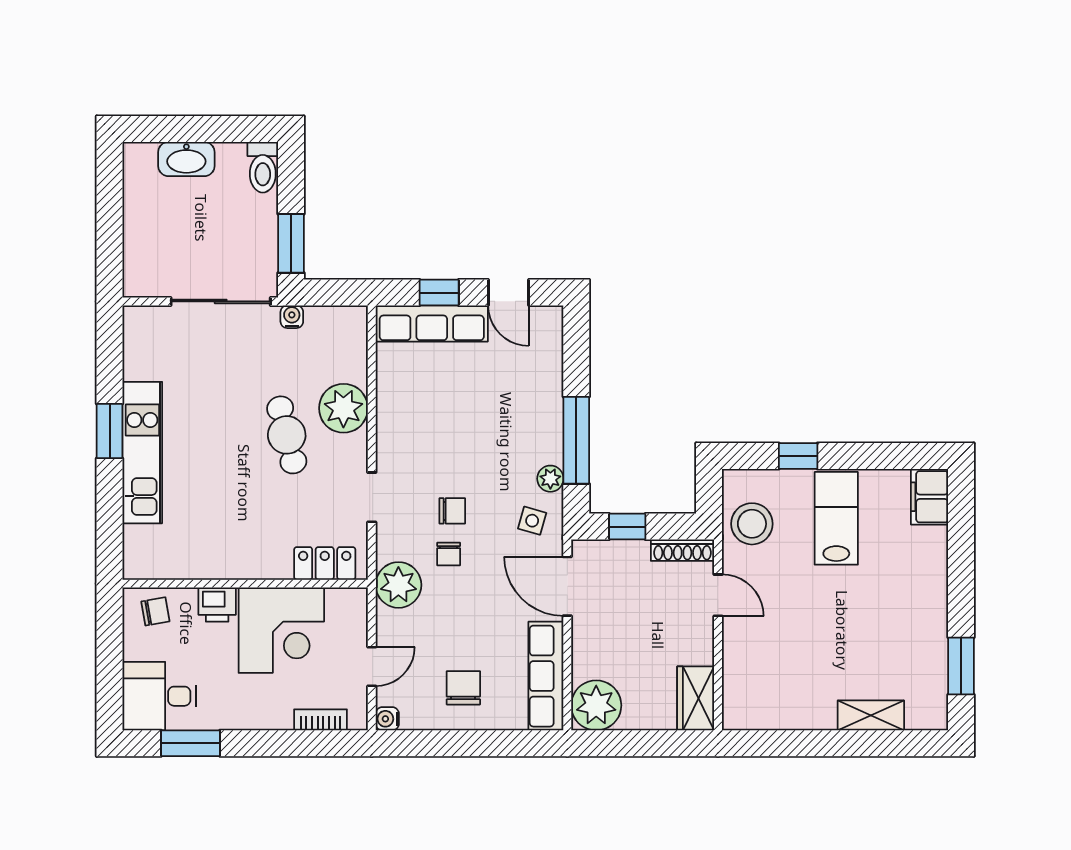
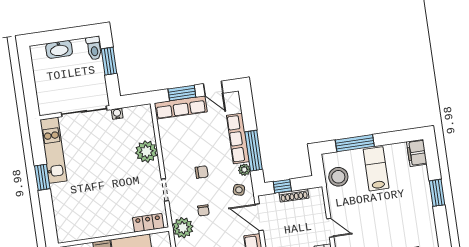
window: (291, 243) -> (109, 61), moved
window: (439, 293) -> (182, 93), width x1.50
row of seats: (546, 409) -> (238, 139), added
cafe table: (287, 435) -> (123, 167), removed
kitchen unit: (142, 453) -> (53, 150), moved
window: (798, 456) -> (355, 143), width x2.17
chair: (452, 511) -> (202, 172), moved
shoe rack: (683, 550) -> (294, 195), moved
door: (718, 595) -> (330, 228), moved
window: (961, 666) -> (437, 193), moved

